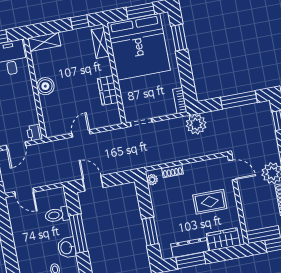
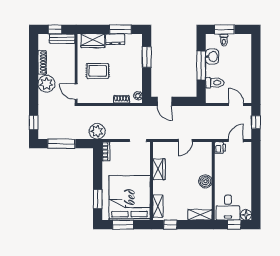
door: (93, 183) -> (165, 101), moved
dresser: (190, 248) -> (115, 39), width x0.70

